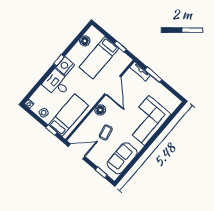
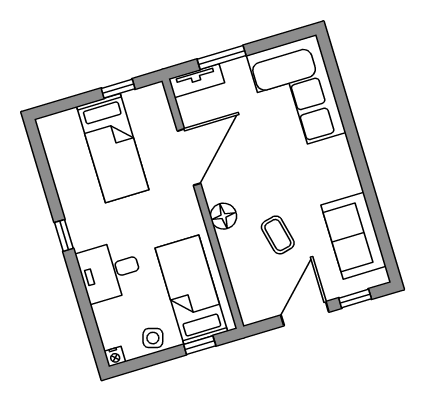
floor lamp: (85, 41) -> (58, 155), removed
nightstand: (65, 66) -> (85, 230), removed
door: (113, 85) -> (189, 157), hinge flipped
corner sofa: (147, 120) -> (296, 94), moved
door: (77, 151) -> (305, 314), moved

